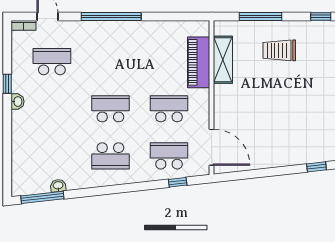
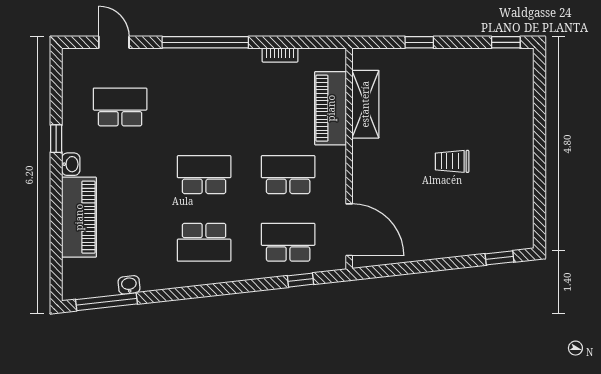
window: (260, 17) -> (419, 42), width x0.46
bookcase: (24, 25) -> (280, 55), moved
trolley: (279, 50) -> (452, 161), moved, width x0.73, depth x0.72
piano: (23, 138) -> (79, 217), added

